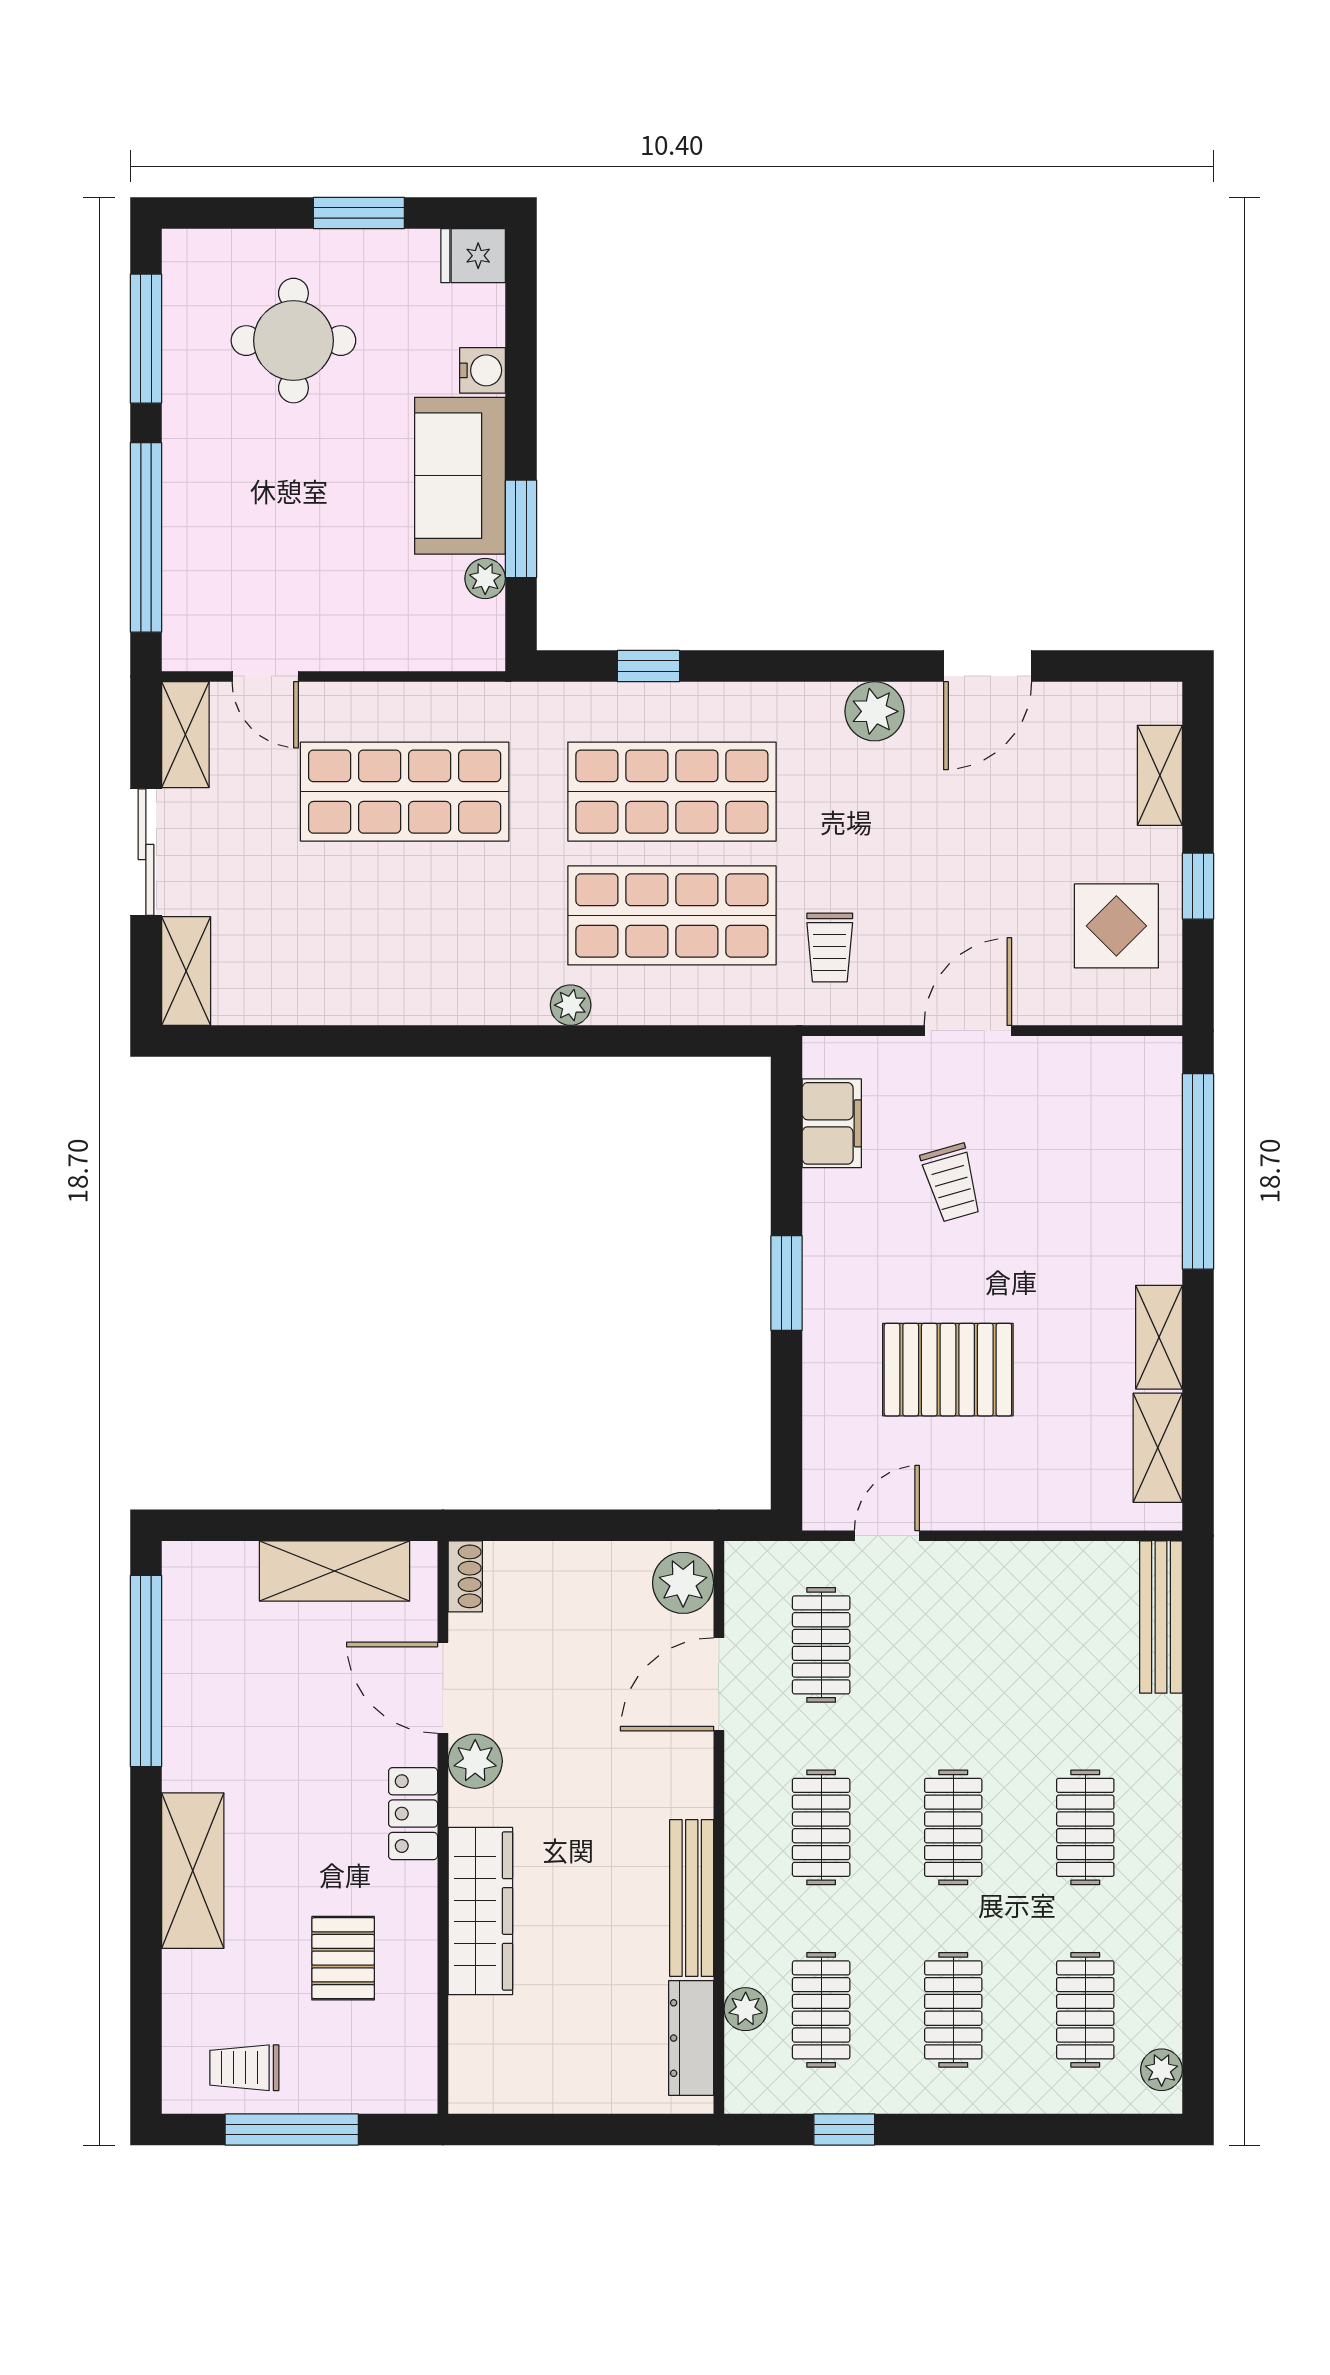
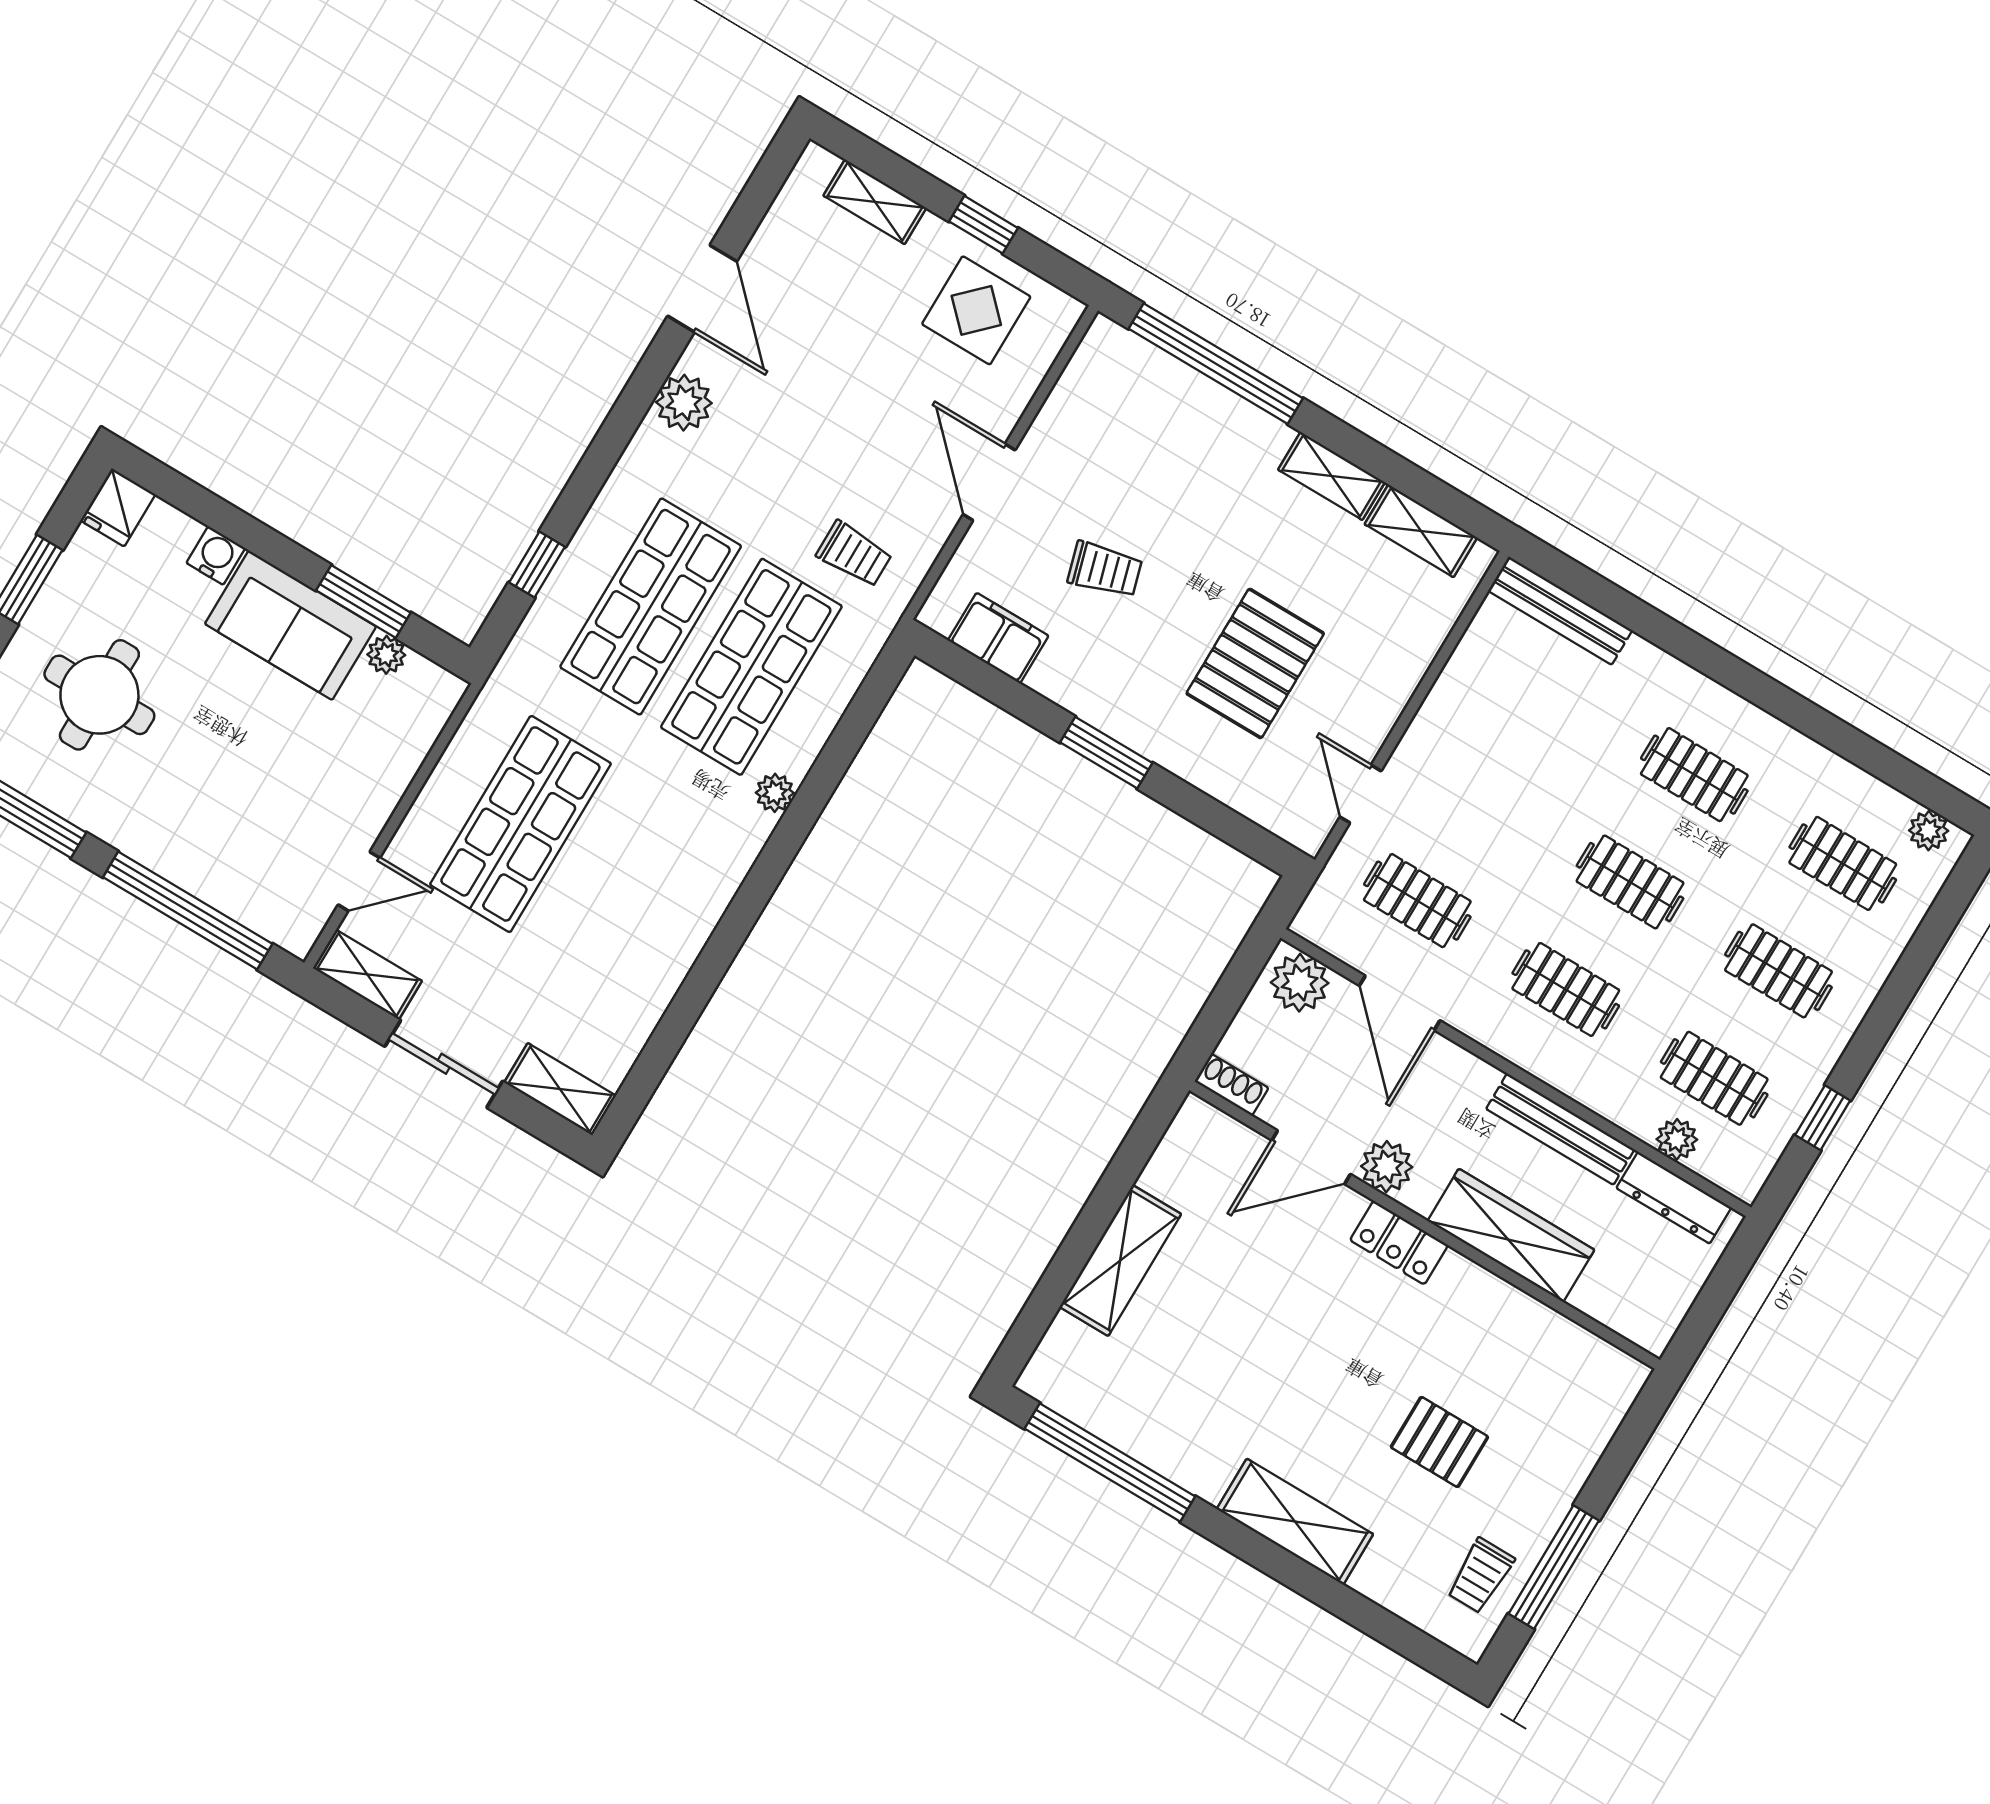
shoe rack: (465, 1576) -> (1231, 1085), moved
door: (443, 1688) -> (1311, 1157), moved
plant: (475, 1761) -> (1387, 1167), moved
locker: (413, 1814) -> (1399, 1243), moved
wall: (443, 1827) -> (1425, 1225), moved
wardrobe: (480, 1911) -> (1511, 1235), moved

